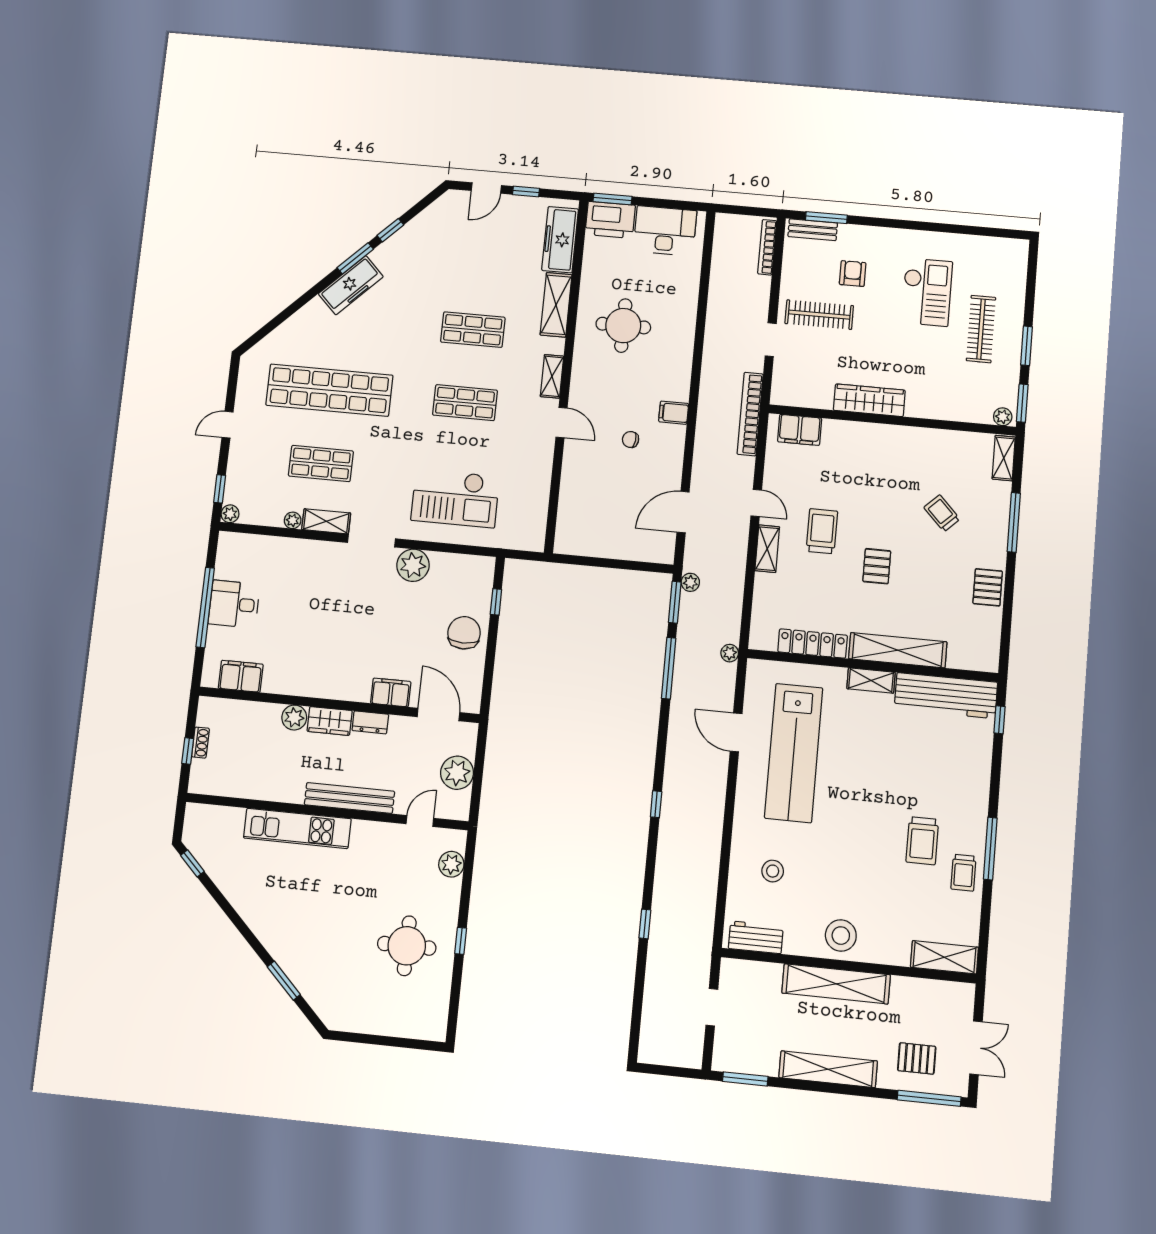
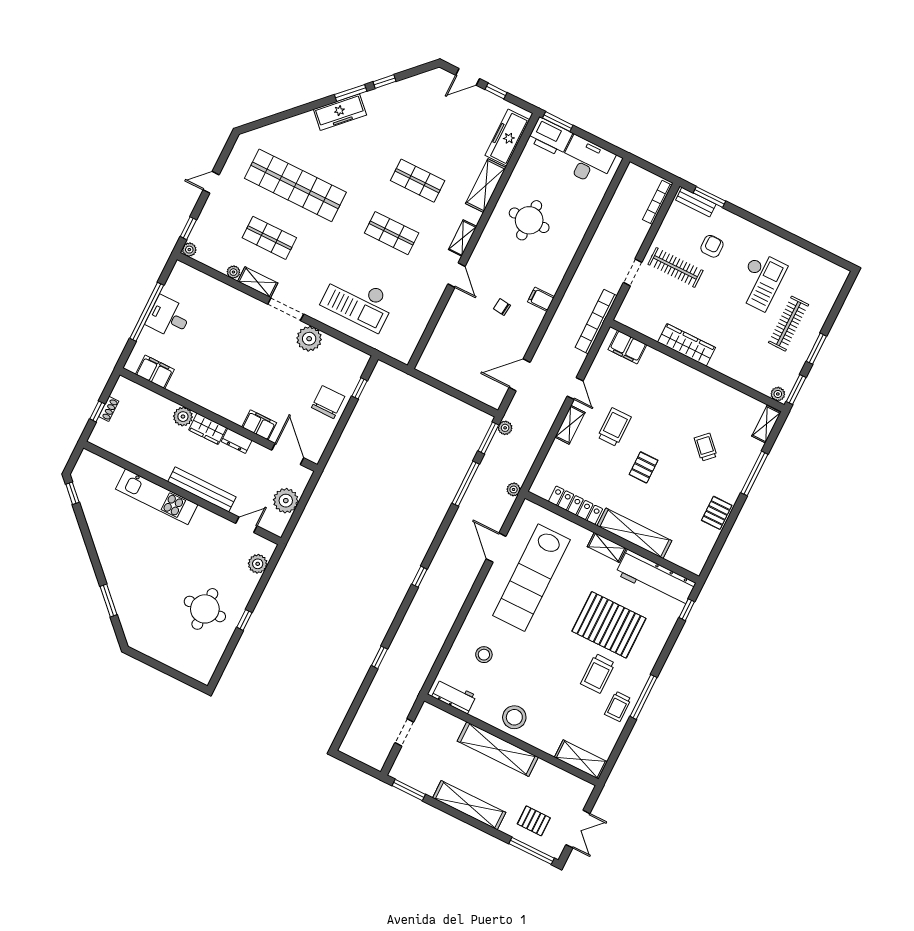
pallet: (912, 775) -> (609, 625), added

